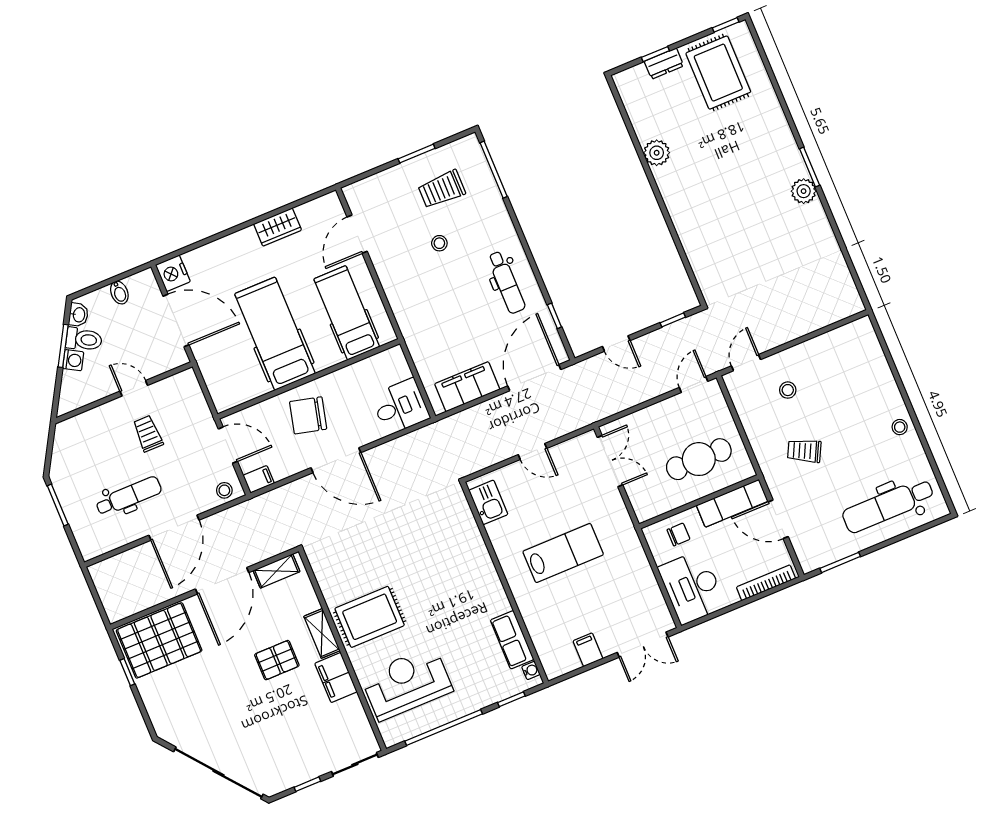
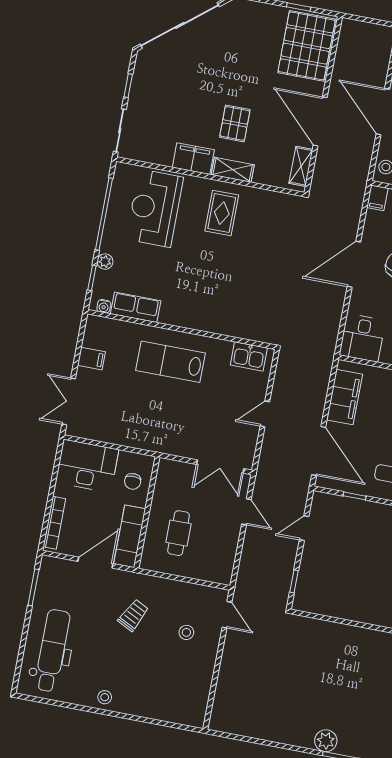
door: (694, 384) -> (246, 512), moved
cafe table: (699, 459) -> (179, 533), width x0.73, depth x0.74
lab bench: (563, 553) -> (170, 362), moved, turned 90
rug: (370, 617) -> (222, 213), width x0.73, depth x0.70
reception desk: (407, 683) -> (155, 208), turned 180
plant: (488, 697) -> (105, 262), added

